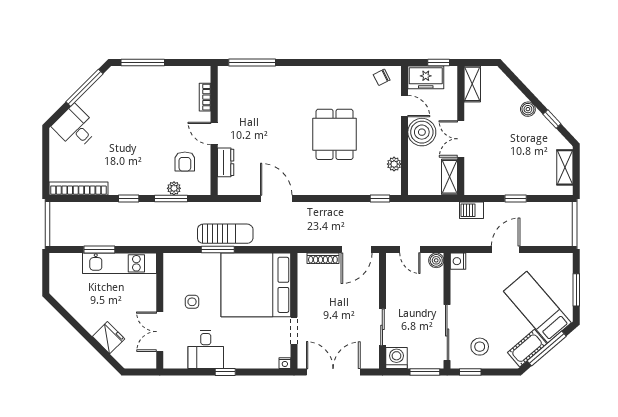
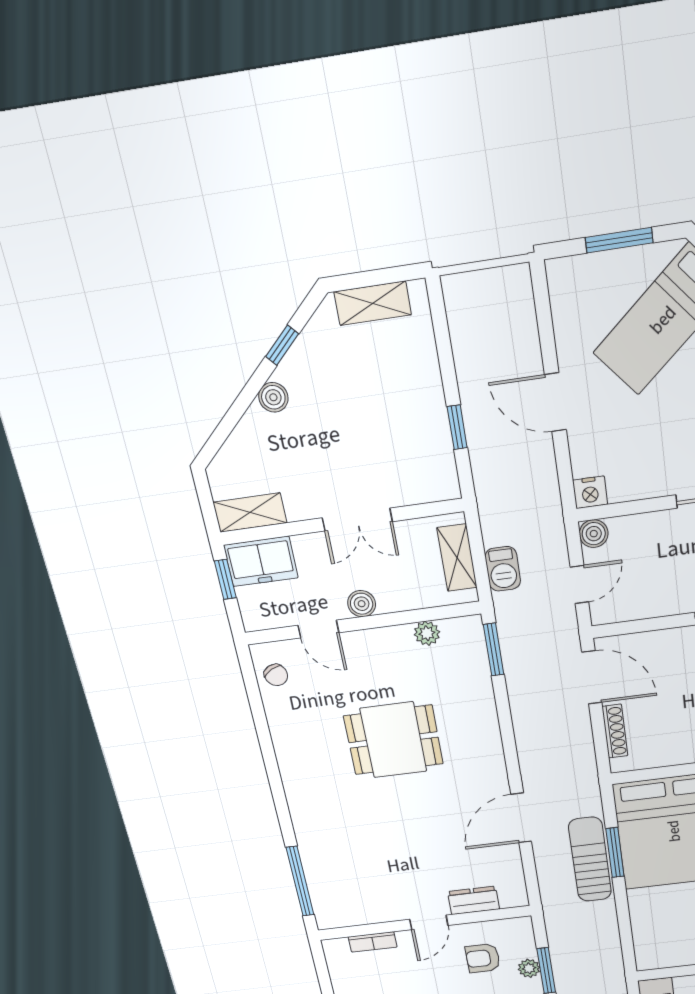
freezer: (426, 77) -> (261, 561), moved, turned 90
door: (405, 106) -> (318, 629), swing flipped
boiler: (422, 132) -> (362, 604), width x0.54, depth x0.54
armchair: (185, 161) -> (483, 958), turned 180
shelving: (449, 177) -> (457, 558), moved, turned 90
window: (380, 198) -> (494, 650), width x1.50
window: (516, 198) -> (457, 427), moved
barbecue: (471, 210) -> (503, 569), moved
sun lounger: (225, 234) -> (590, 859), moved
window: (218, 249) -> (615, 853), moved

